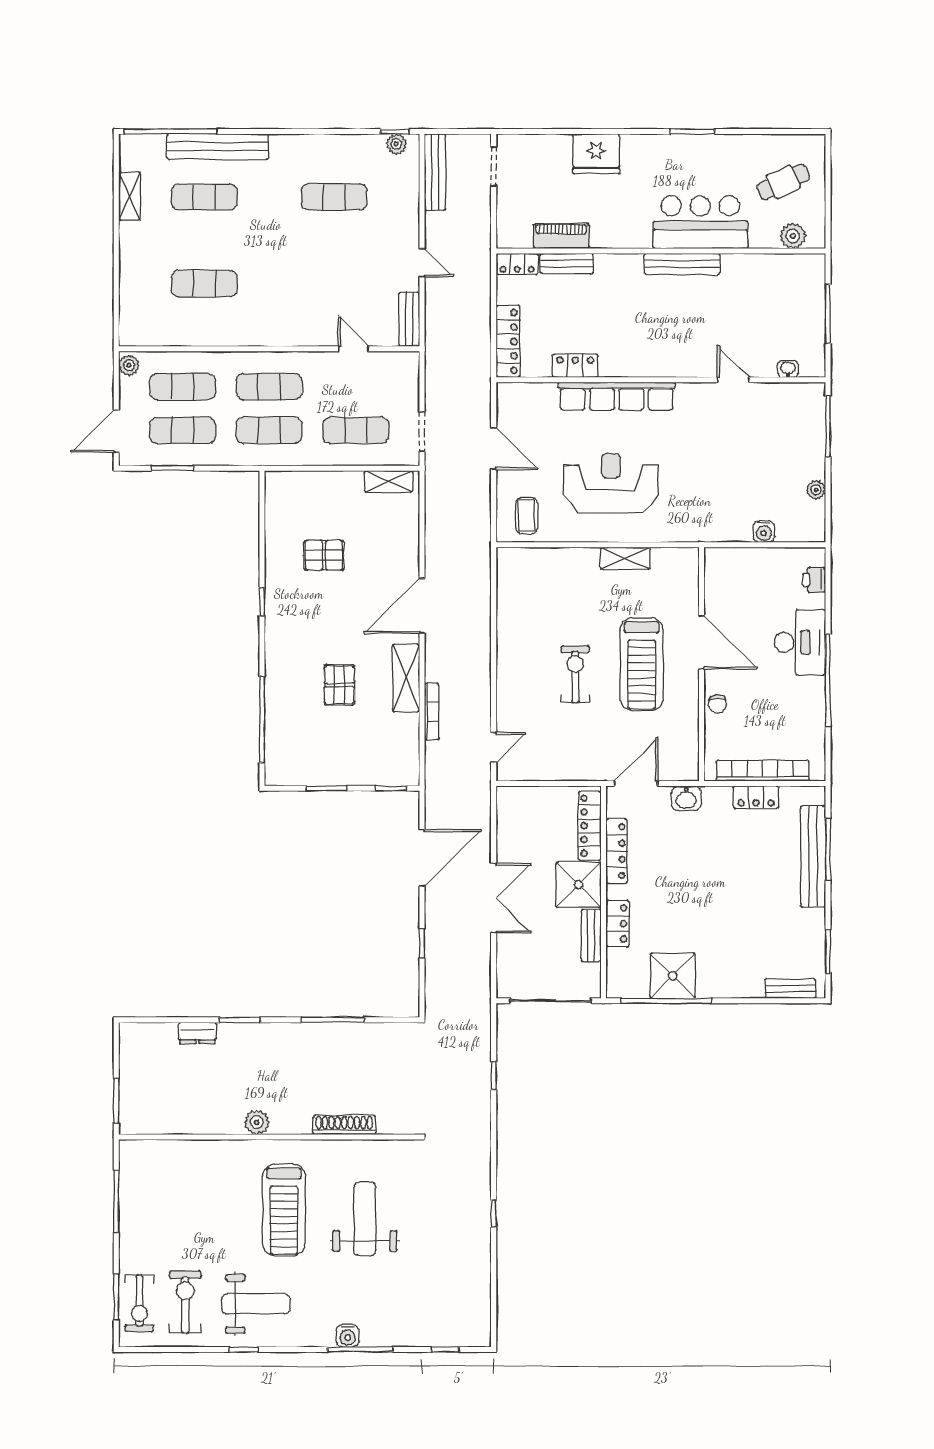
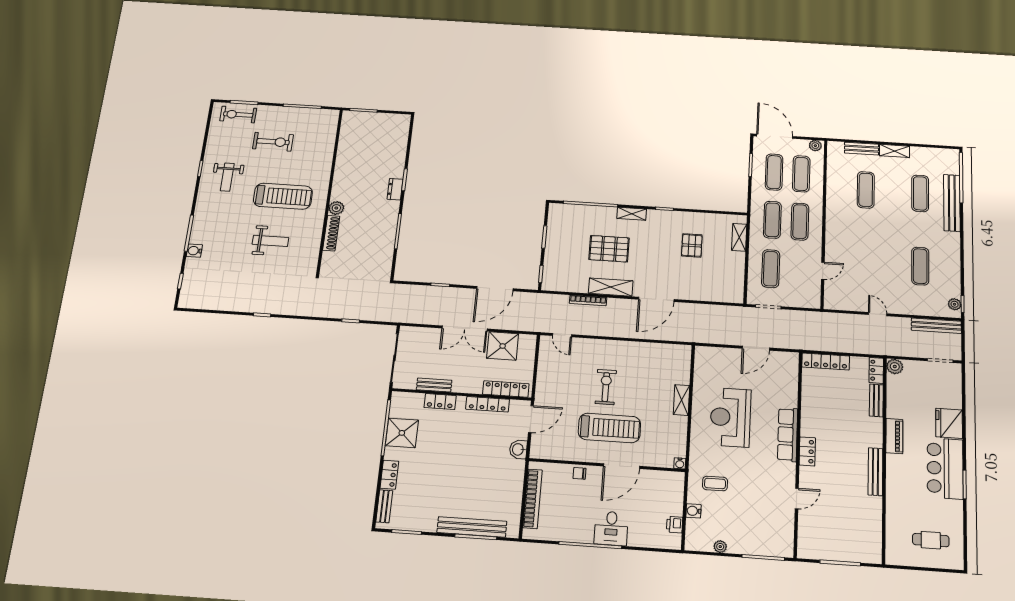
cafe table: (783, 182) -> (931, 540), turned -65
shelving: (129, 196) -> (895, 151), moved
bar counter: (700, 222) -> (945, 468), moved, turned 180
piano: (561, 236) -> (894, 436), moved
plant: (793, 236) -> (895, 367), moved
door: (422, 263) -> (878, 314), swing flipped
bench: (409, 319) -> (862, 149), moved
locker: (575, 366) -> (807, 451), moved
washbasin: (788, 369) -> (803, 534), removed
row of seats: (617, 396) -> (788, 435), width x0.73
door: (116, 431) -> (775, 136), width x1.36
shelving: (389, 481) -> (739, 237), moved
reception desk: (611, 483) -> (730, 417), turned 180
coffee table: (527, 516) -> (715, 483), moved
water cooler: (690, 556) -> (680, 463), added
shelving: (625, 558) -> (681, 400), moved
printer: (814, 580) -> (675, 525), moved, turned -90
door: (422, 606) -> (656, 299), swing flipped
desk: (800, 642) -> (611, 528), width x0.73
shelving: (275, 653) -> (632, 214), added
treadmill: (642, 664) -> (609, 428), turned 180
exercise bike: (575, 674) -> (606, 387), turned -90
pallet: (339, 685) -> (609, 249), width x1.50, depth x1.42
door: (636, 783) -> (531, 419), hinge flipped
locker: (756, 797) -> (389, 475), moved, turned 180
door: (422, 858) -> (495, 289), hinge flipped
shower: (578, 885) -> (503, 346), moved
dresser: (197, 1033) -> (395, 189), moved
plant: (257, 1122) -> (336, 208), moved
treadmill: (284, 1210) -> (283, 196), turned 180
weight bench: (365, 1219) -> (270, 241), width x0.73, depth x0.75
exercise bike: (185, 1302) -> (273, 142), moved
weight bench: (256, 1304) -> (227, 177), width x0.73, depth x0.75
water cooler: (348, 1336) -> (194, 251), moved

